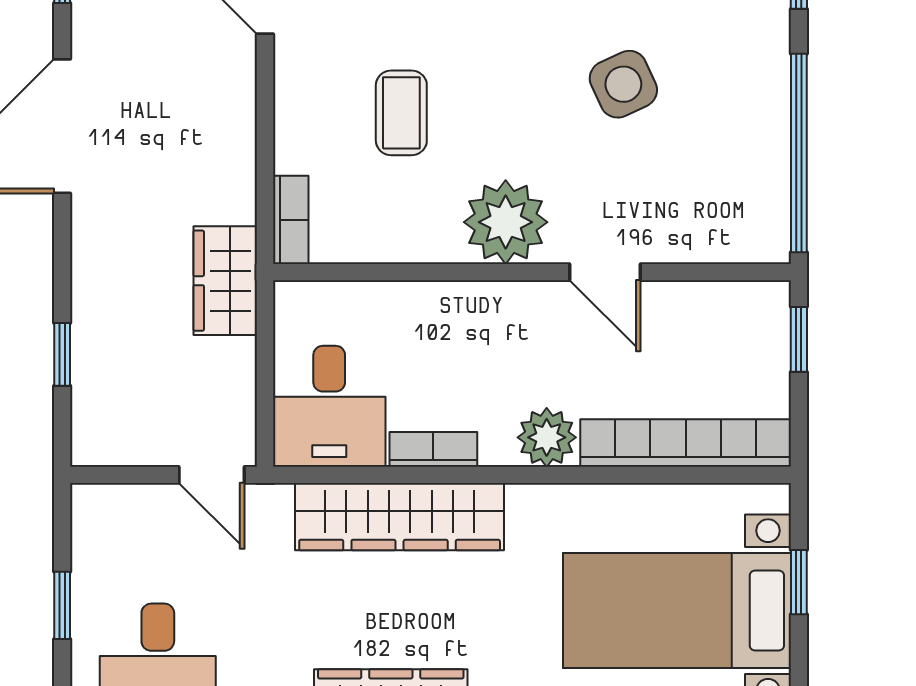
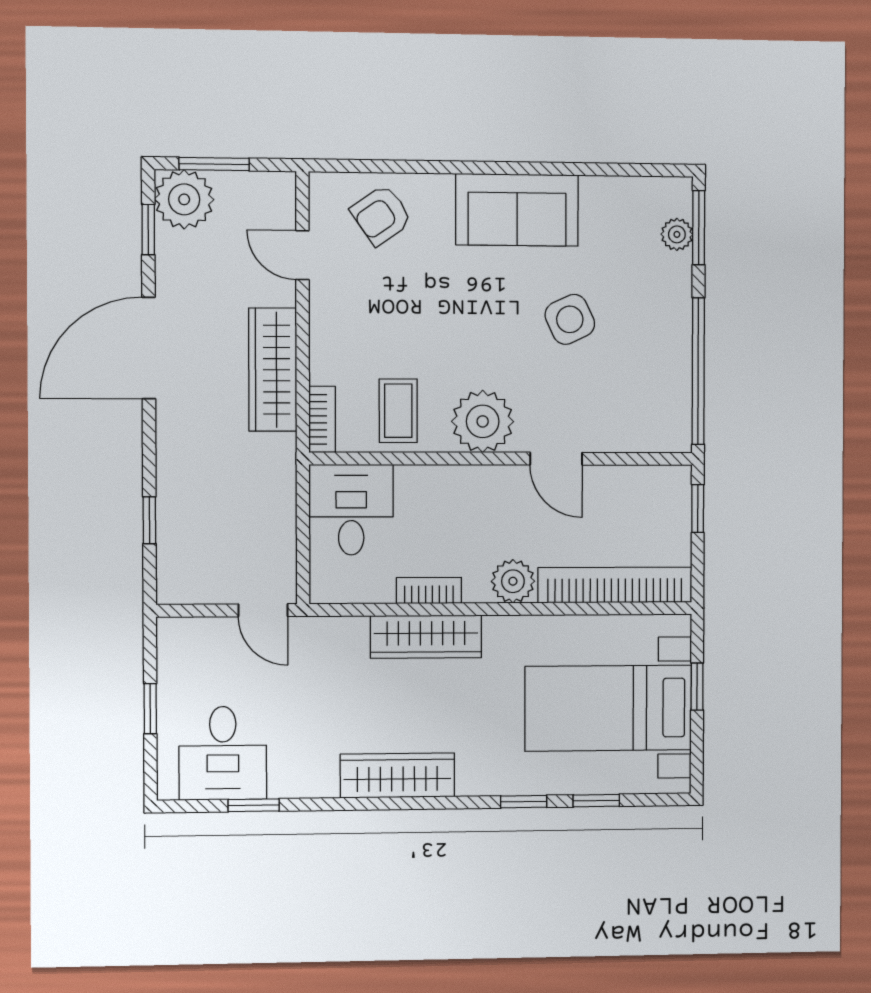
coffee table: (401, 113) -> (398, 411), moved
wardrobe: (225, 281) -> (273, 370), moved, width x1.50
desk: (329, 406) -> (351, 510), moved, turned 180
wardrobe: (400, 517) -> (426, 637), width x0.71, depth x0.85

